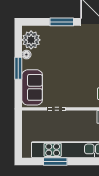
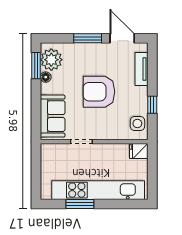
armchair: (71, 67) -> (99, 92), added
window: (18, 68) -> (36, 66), moved

